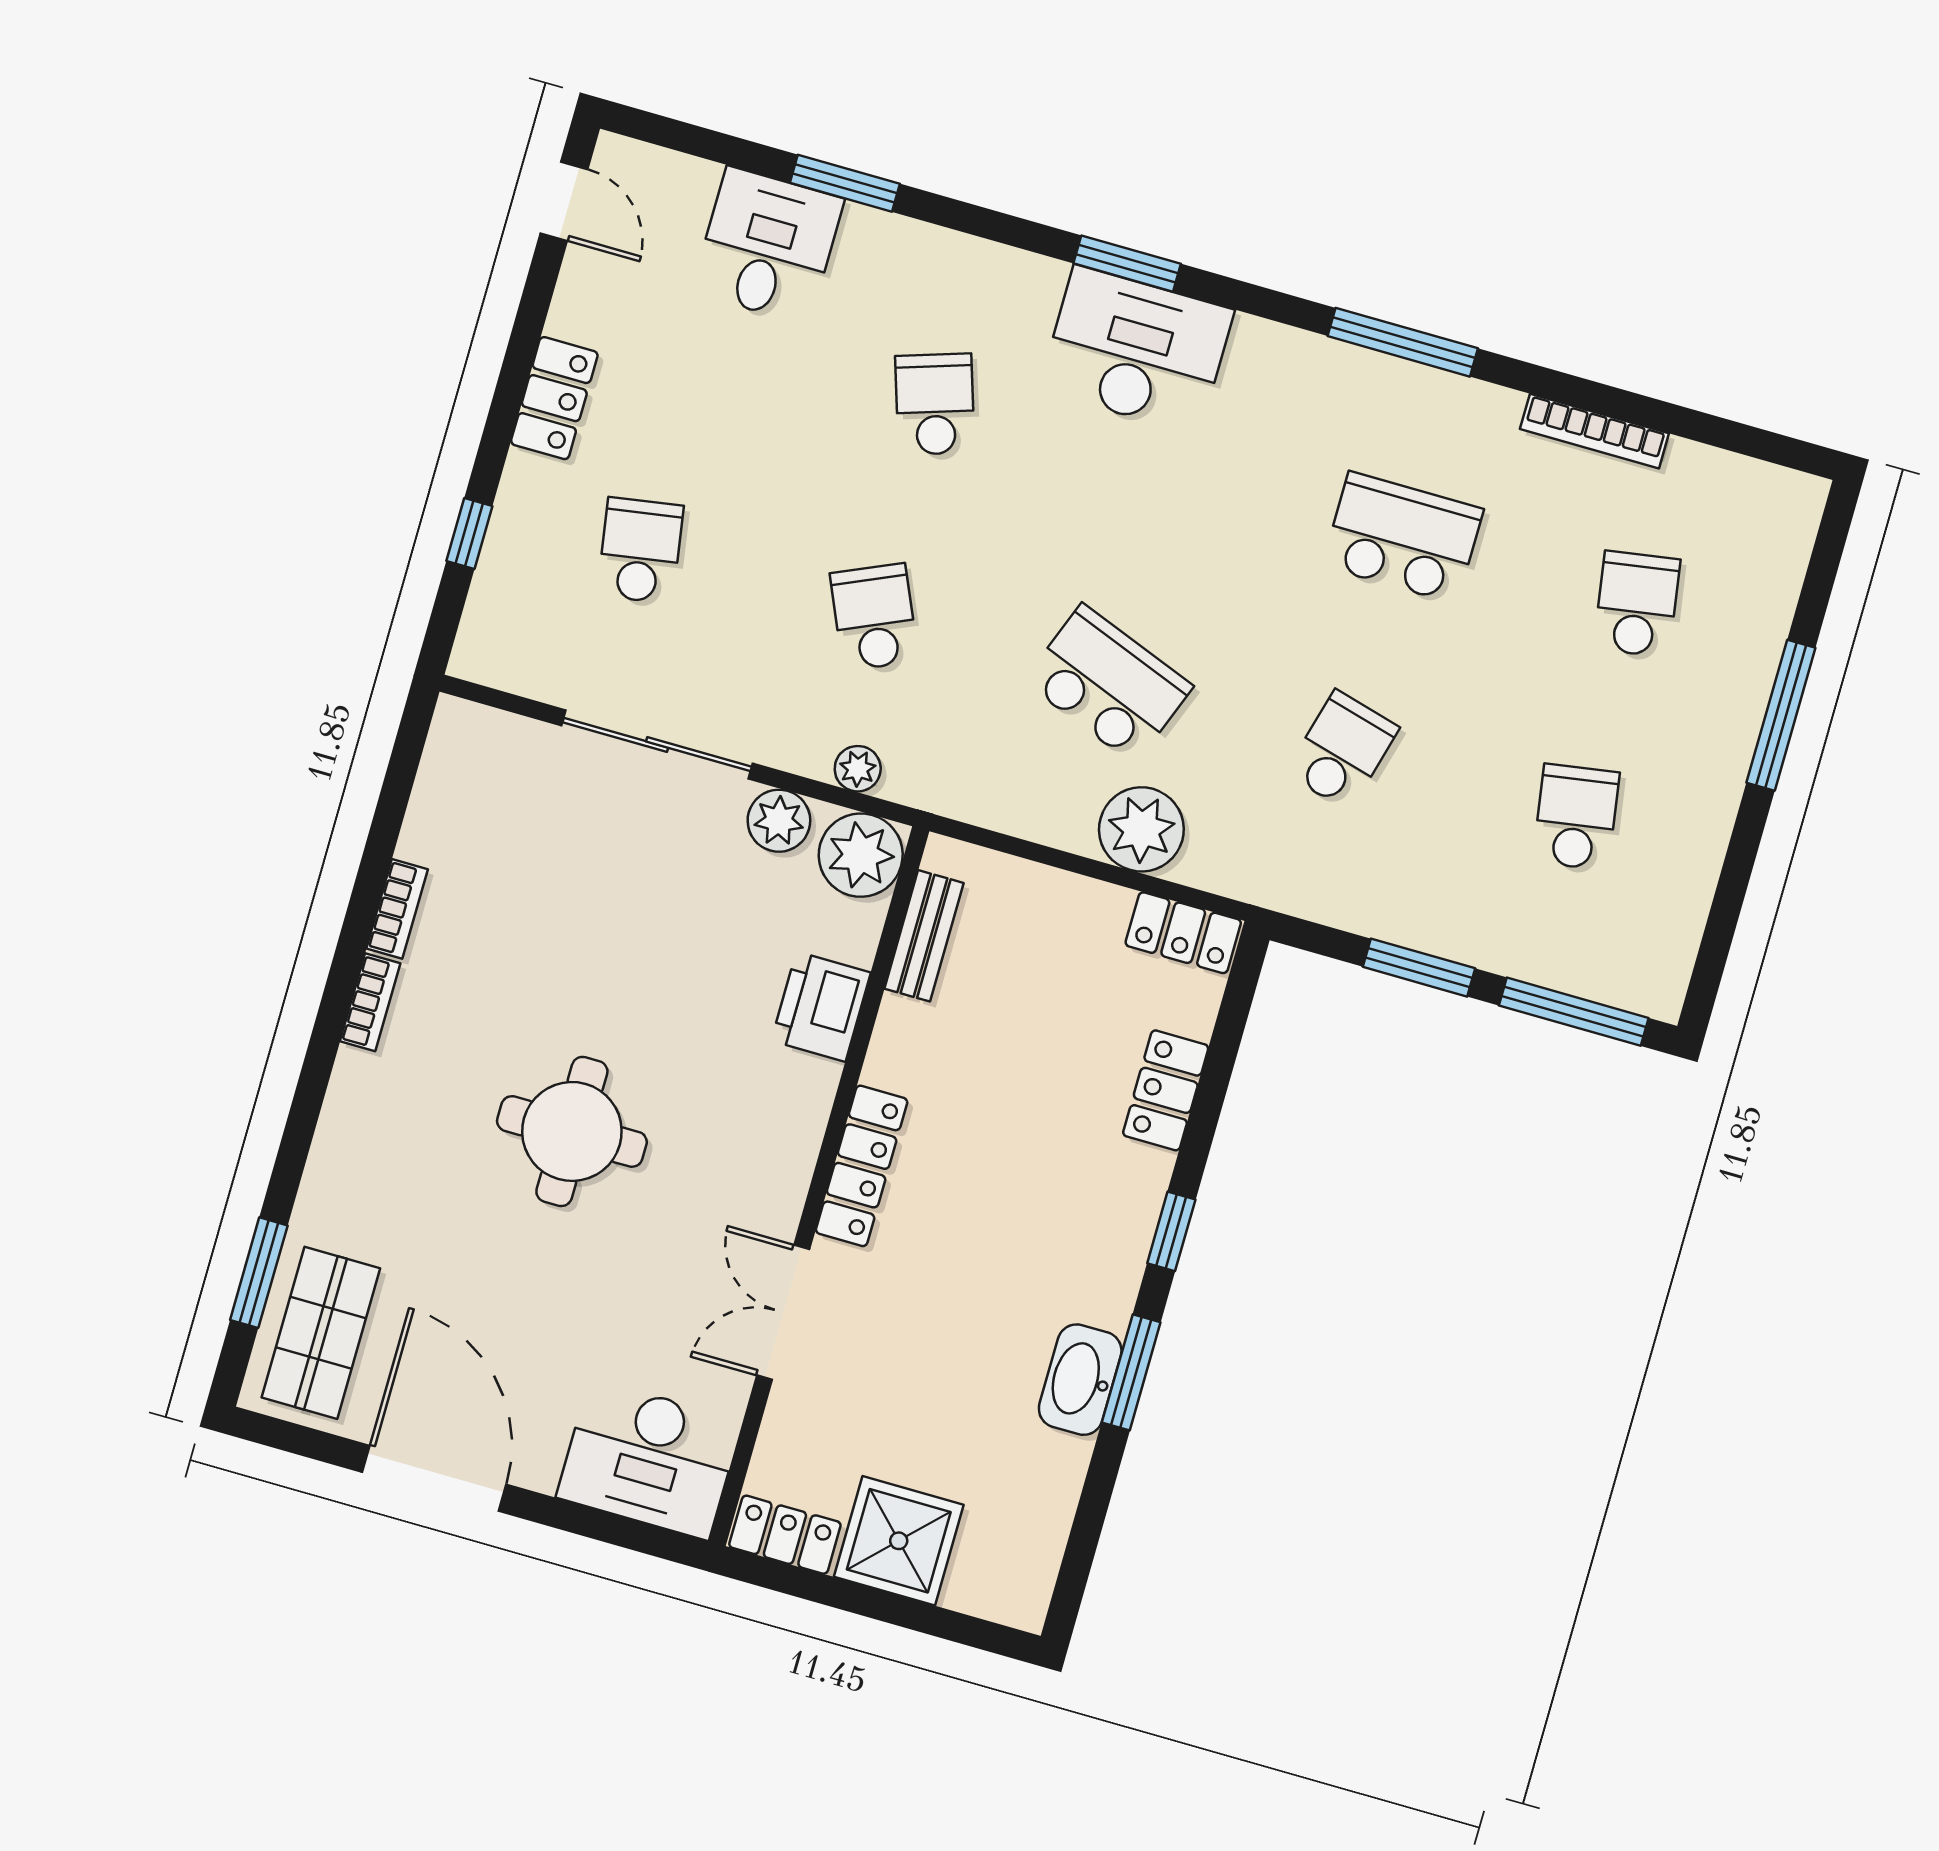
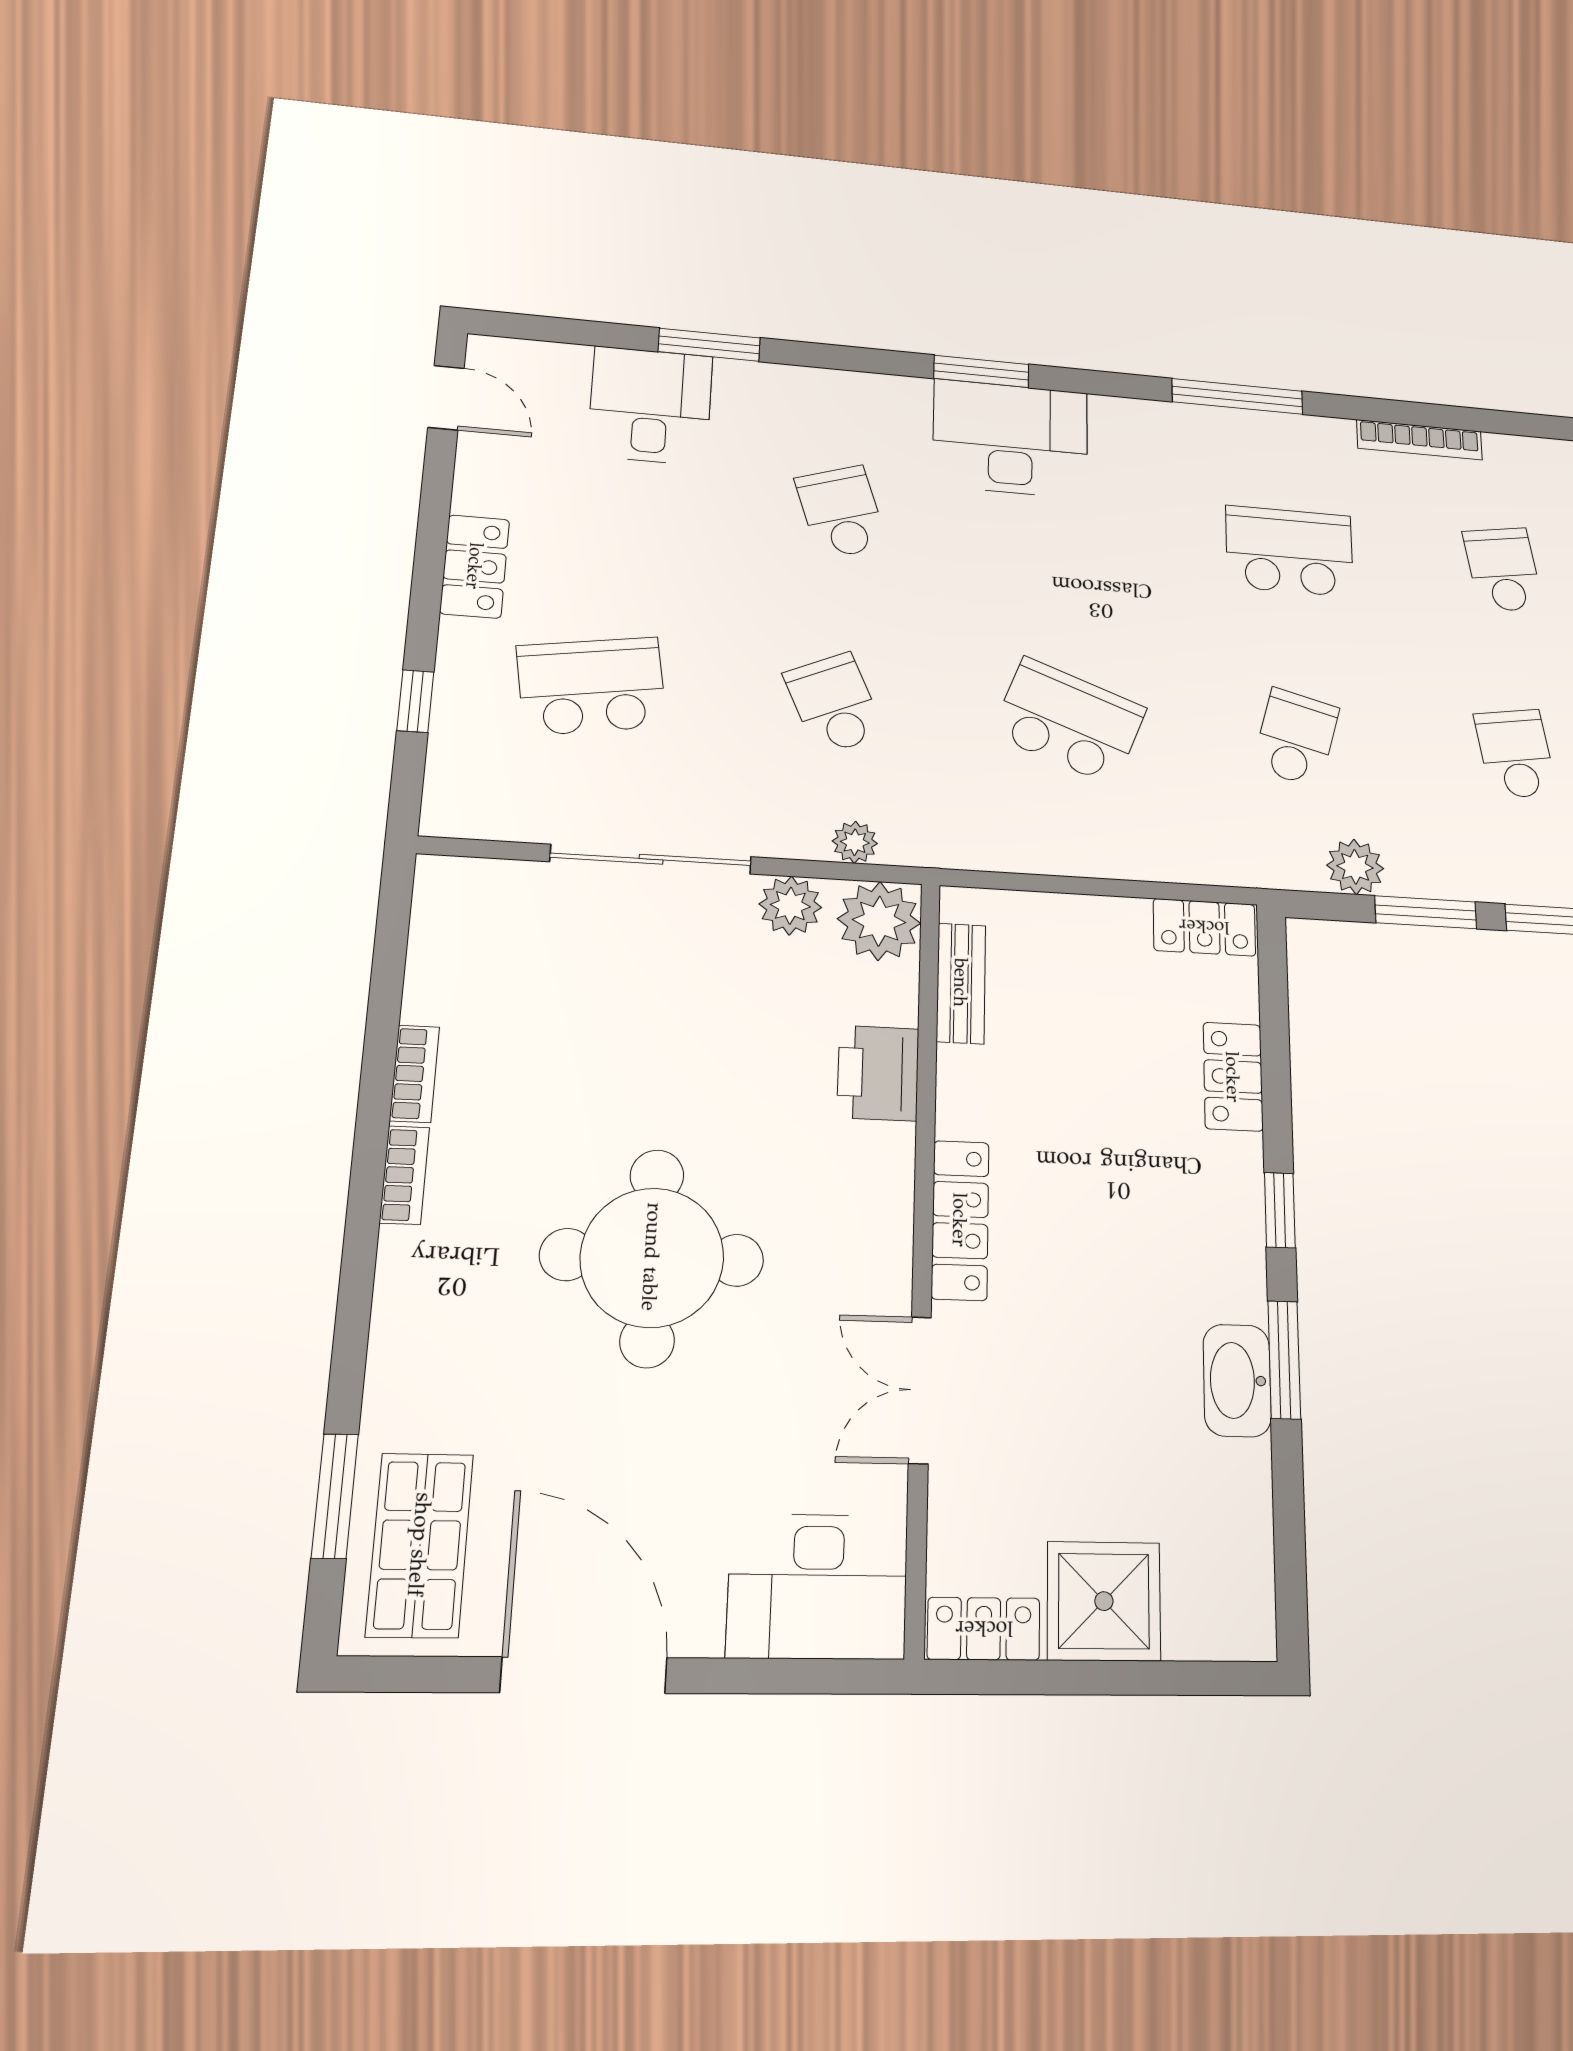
school desk: (640, 550) -> (592, 686), width x1.85
plant: (1141, 829) -> (1355, 867), moved, width x0.73, depth x0.73
round table: (572, 1131) -> (652, 1257), width x1.36, depth x1.36

